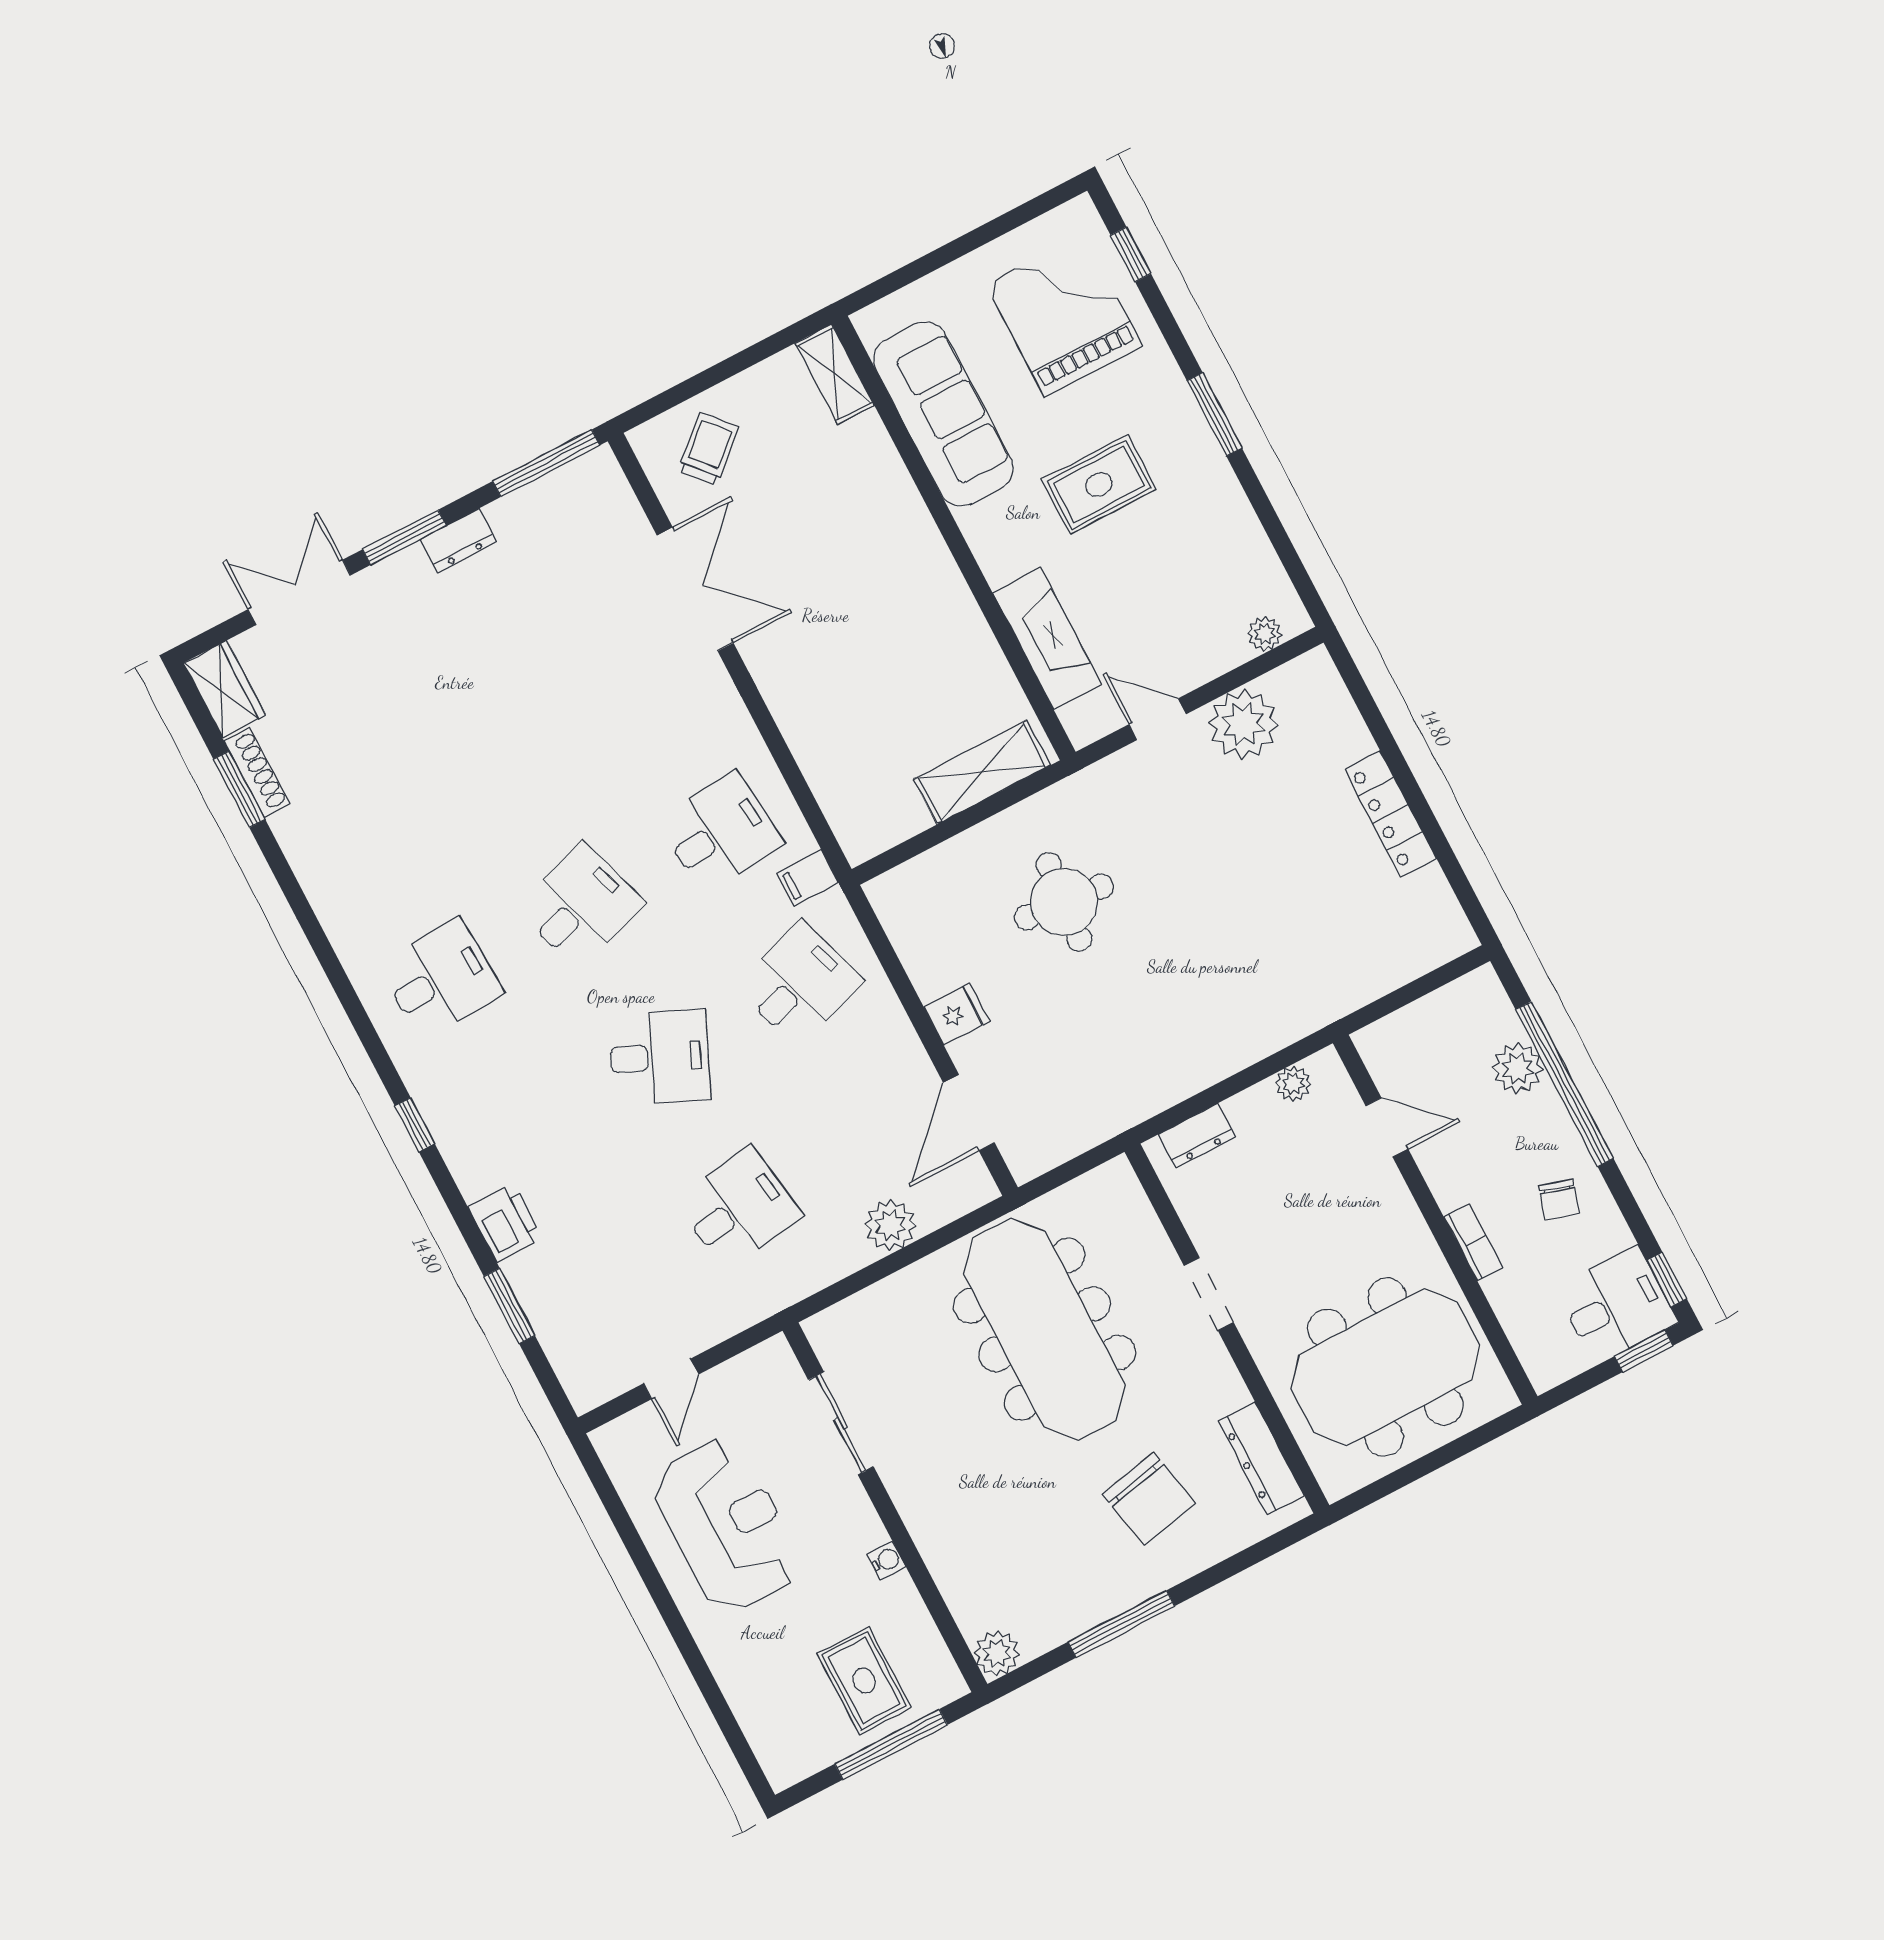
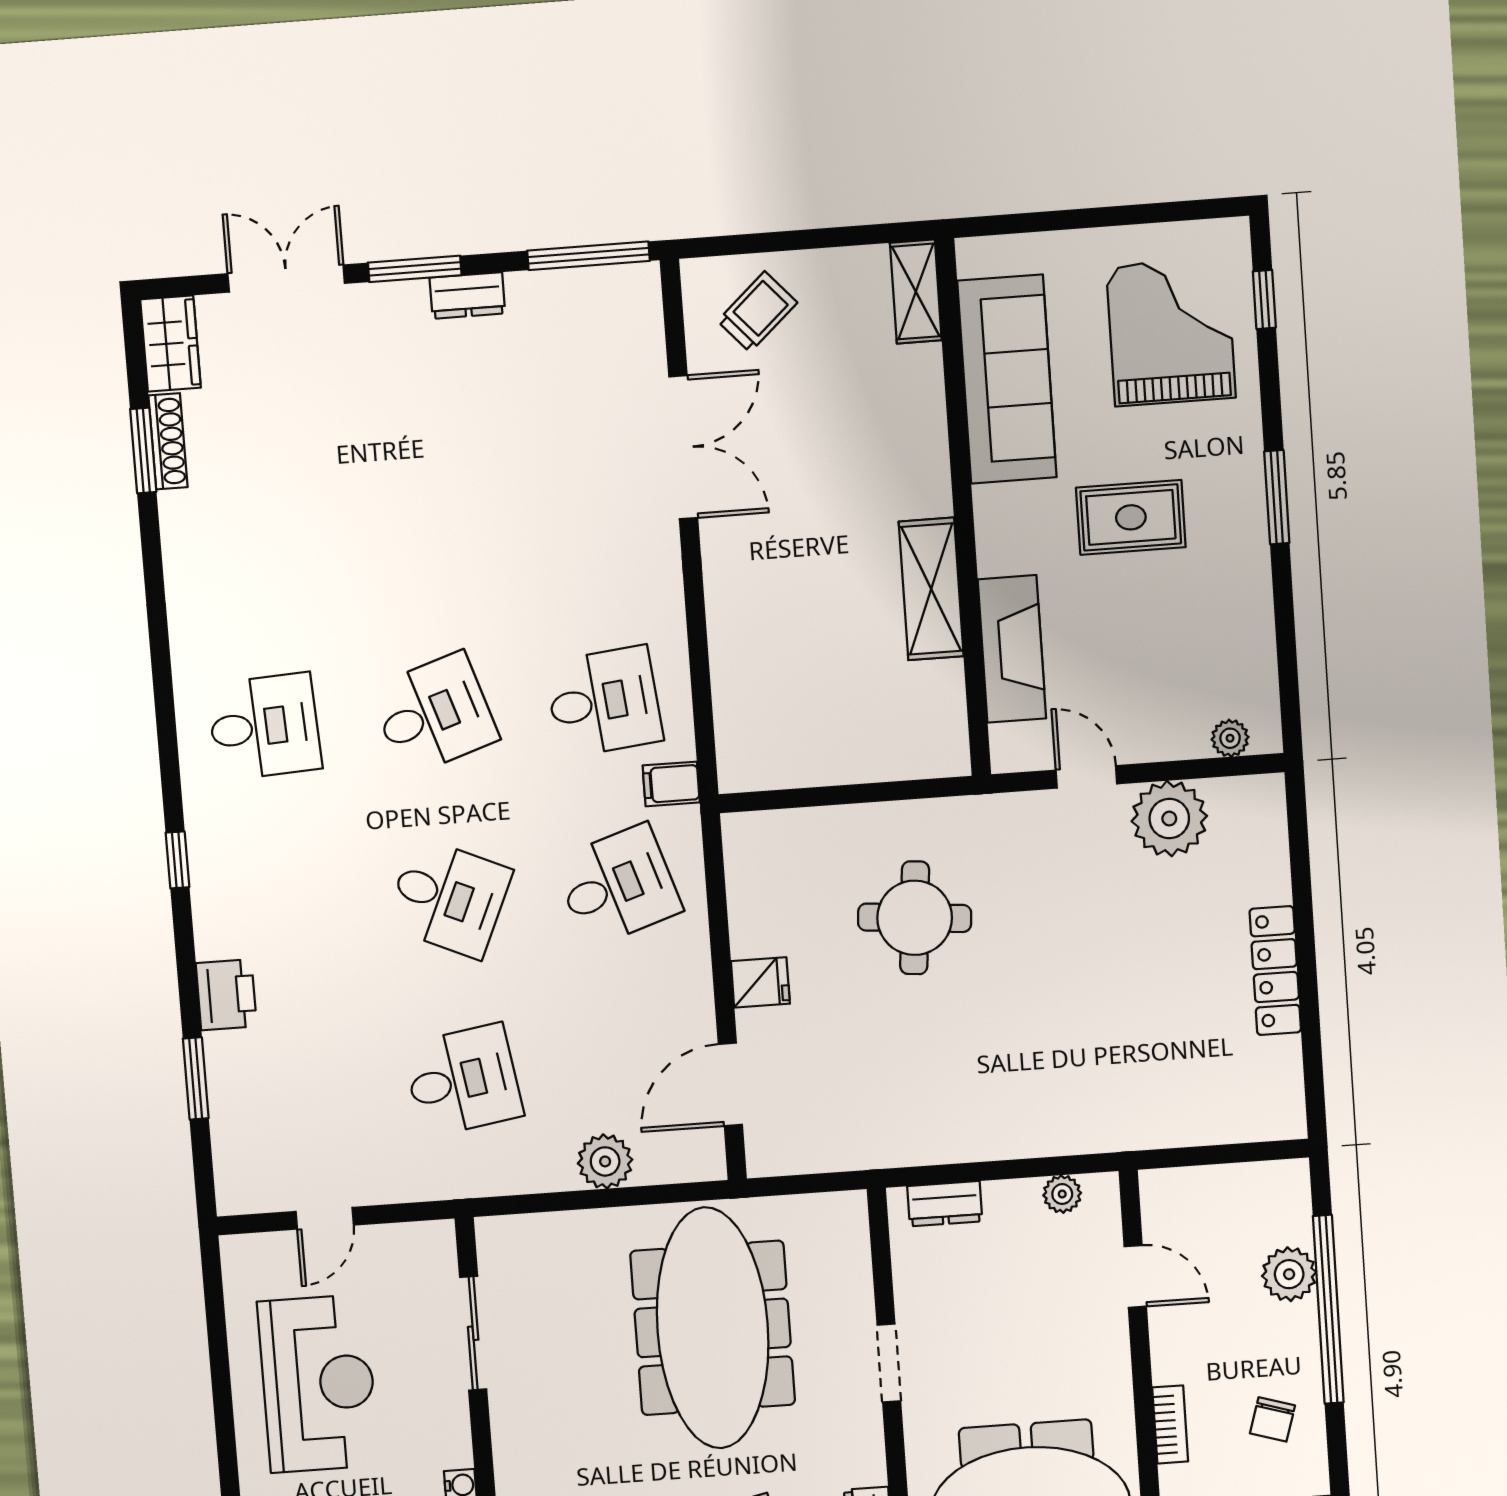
shelving: (982, 772) -> (931, 589), moved, turned 90

